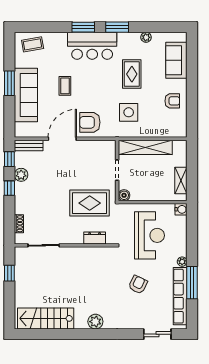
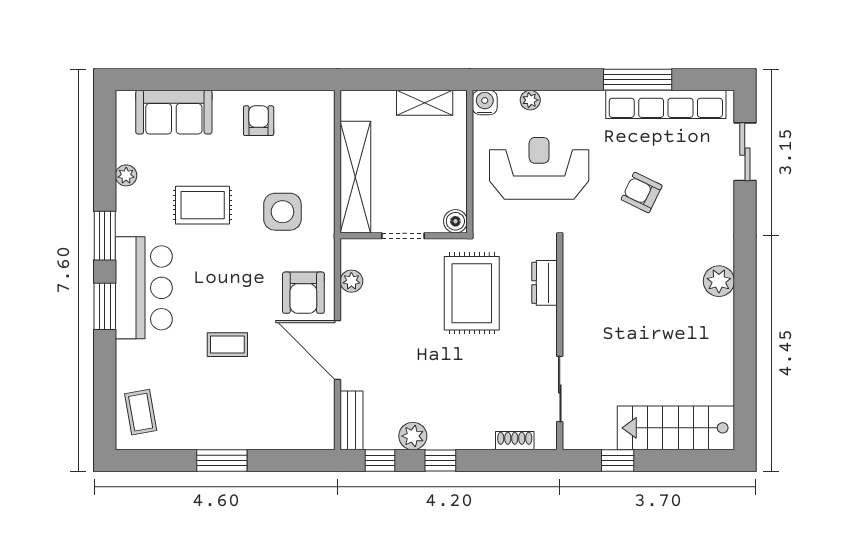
sofa: (26, 95) -> (246, 426), removed
plant: (95, 145) -> (351, 281), added
plant: (182, 262) -> (530, 100), moved
stairs: (46, 318) -> (676, 428), moved, turned 90

